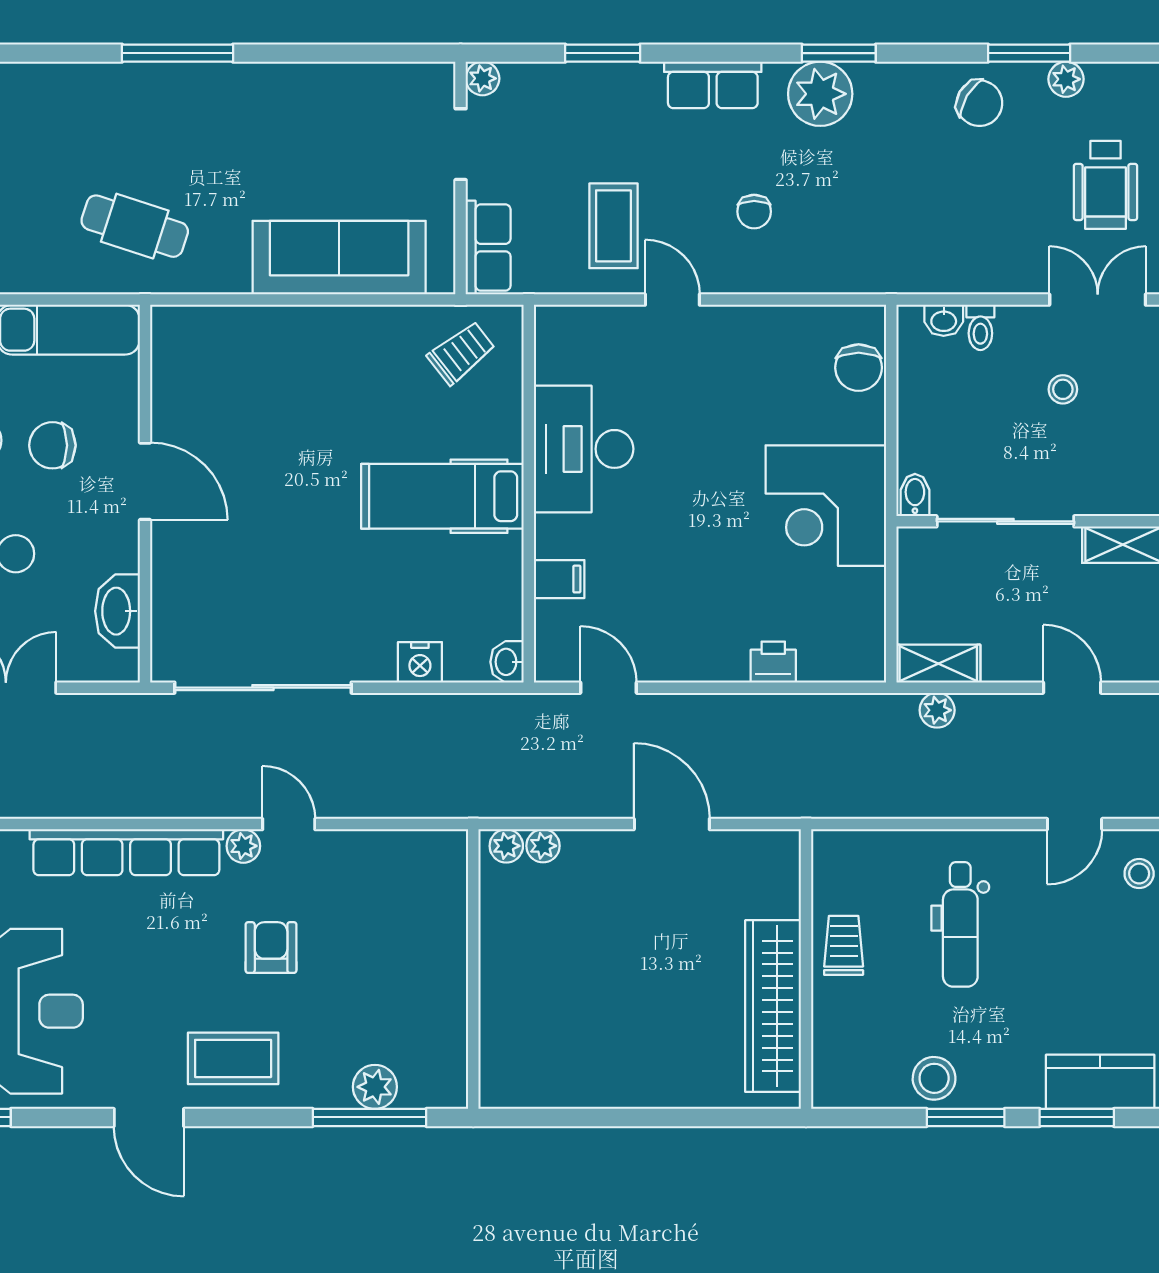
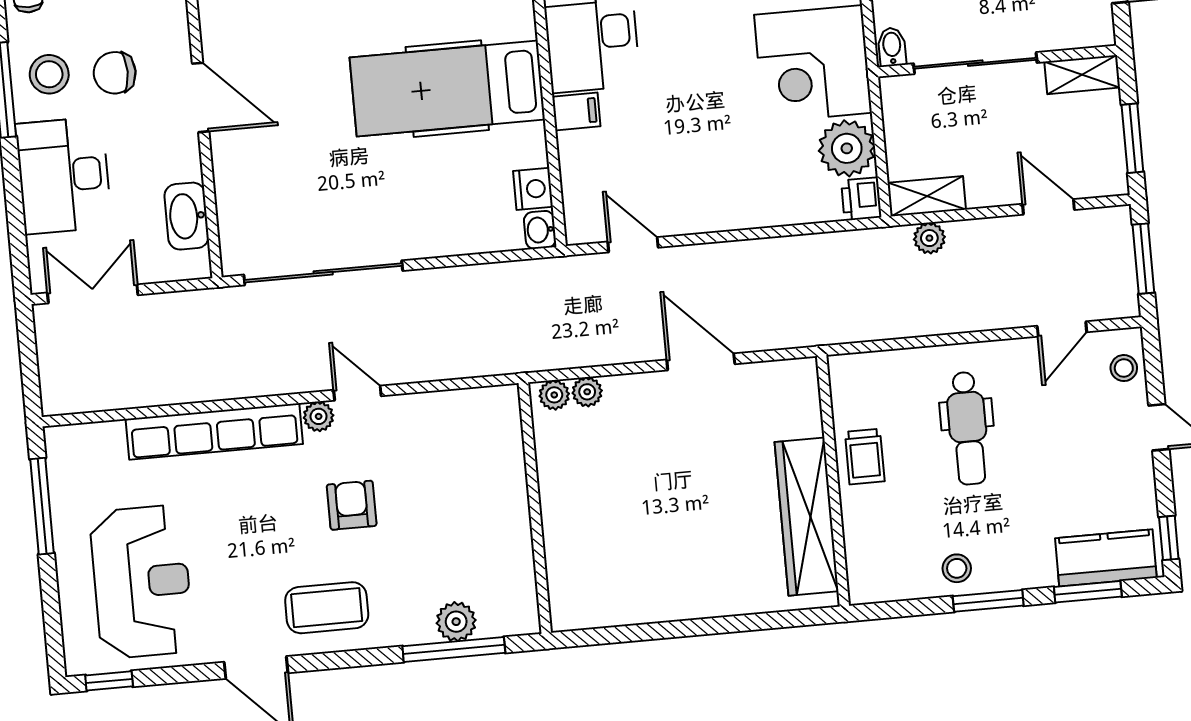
hospital bed: (442, 496) -> (447, 89), width x1.37, depth x1.29
filing cabinet: (559, 579) -> (576, 112), moved
plant: (855, 603) -> (847, 148), added
nightstand: (420, 662) -> (533, 189), moved, turned -90
printer: (773, 662) -> (861, 199), moved, turned -90
trolley: (844, 945) -> (865, 457), turned 180
stool: (934, 1078) -> (957, 568), width x0.73, depth x0.73

